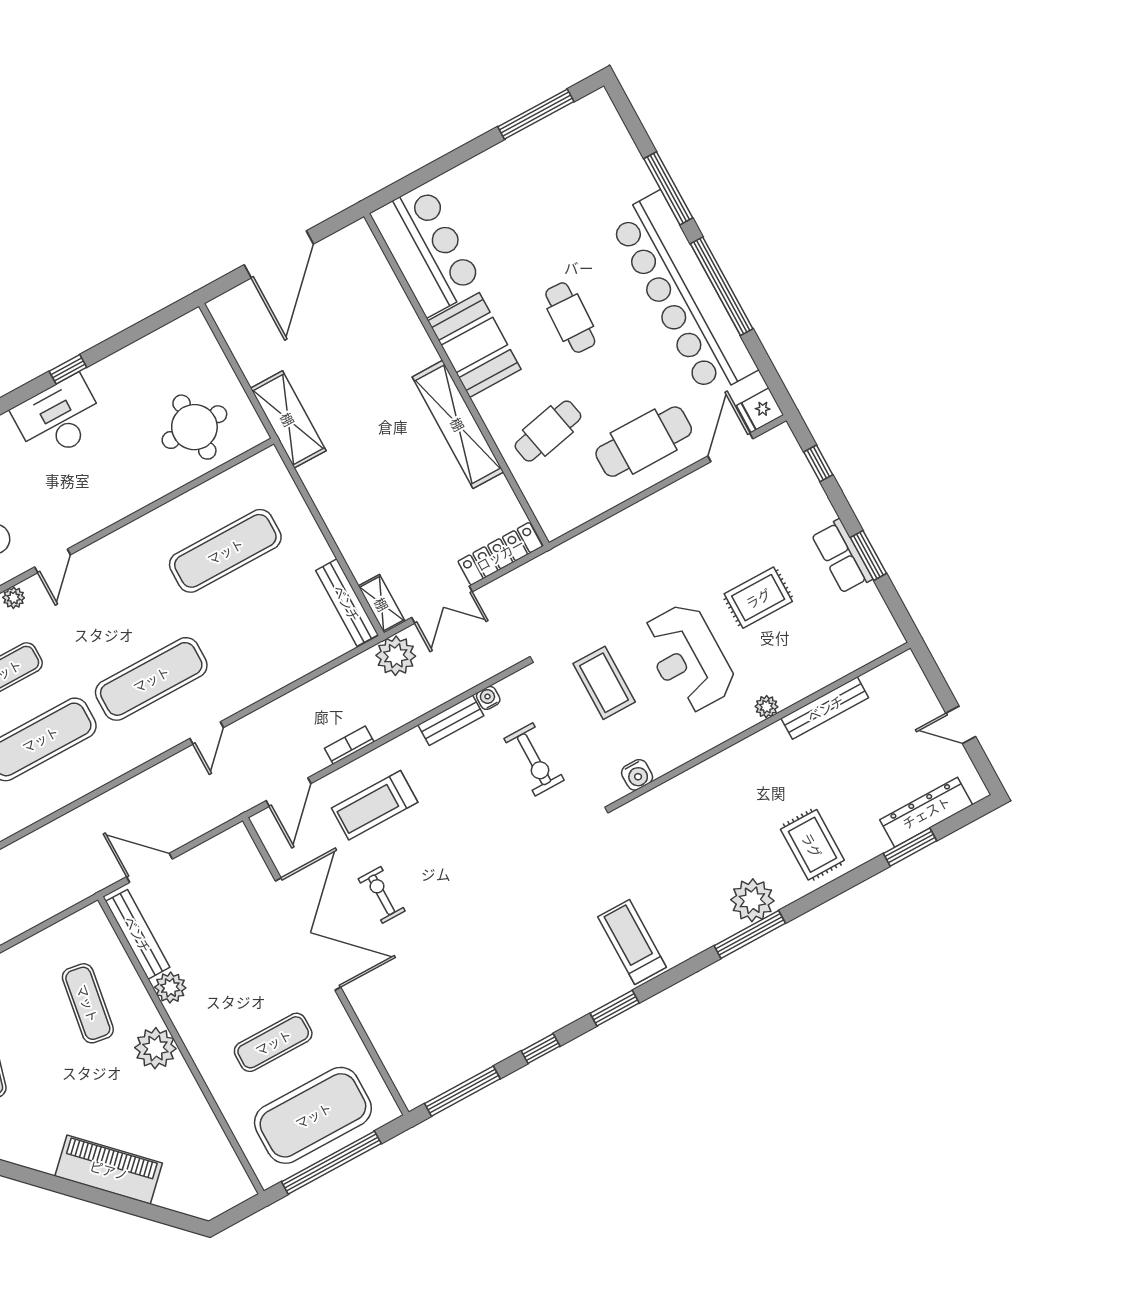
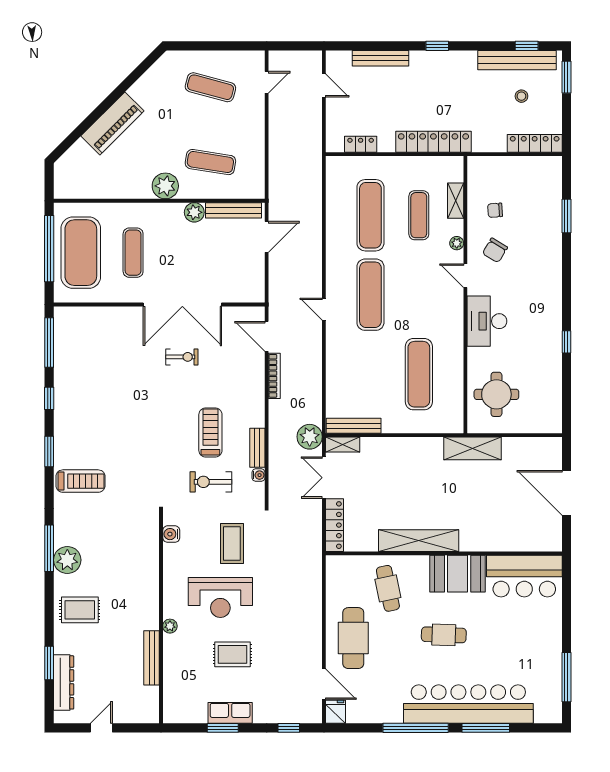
bar counter: (683, 294) -> (468, 704), moved
desk: (59, 418) -> (487, 321), moved, turned 180
rug: (758, 598) -> (233, 654), turned 90
reception desk: (688, 658) -> (220, 597), turned 180
coffee table: (604, 683) -> (232, 544), turned 90
bookcase: (349, 745) -> (274, 376), width x1.56
treadmill: (375, 805) -> (210, 432), moved

